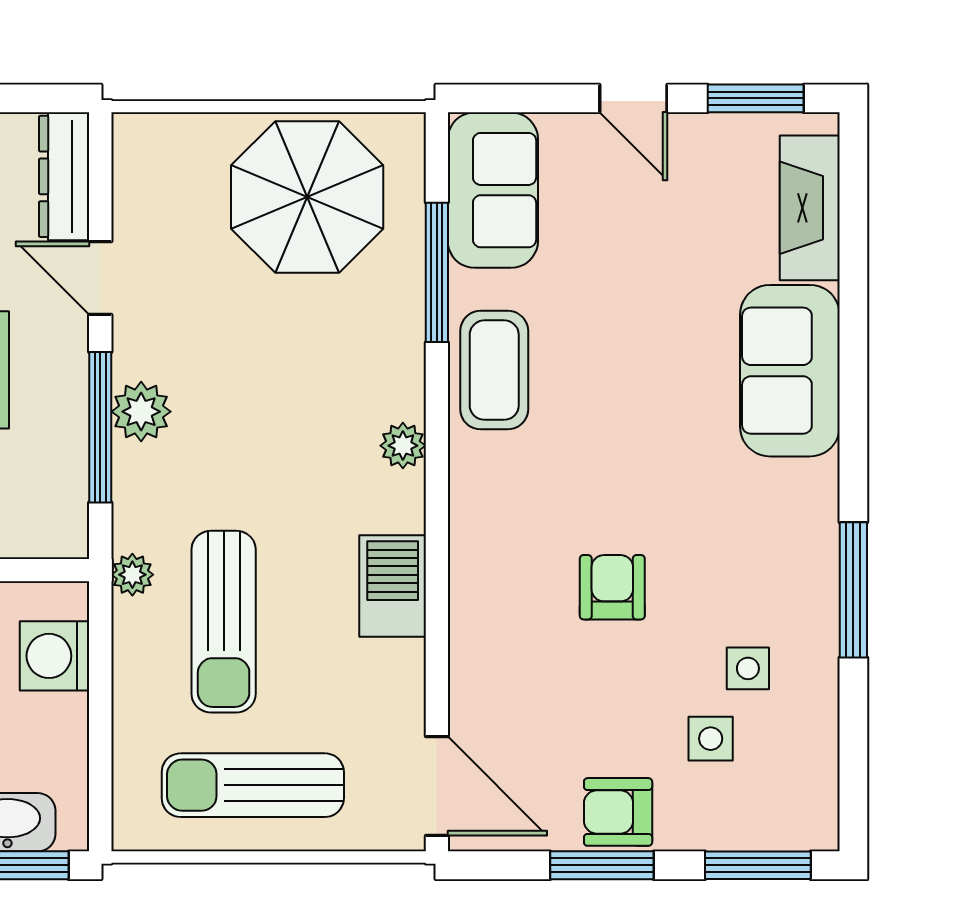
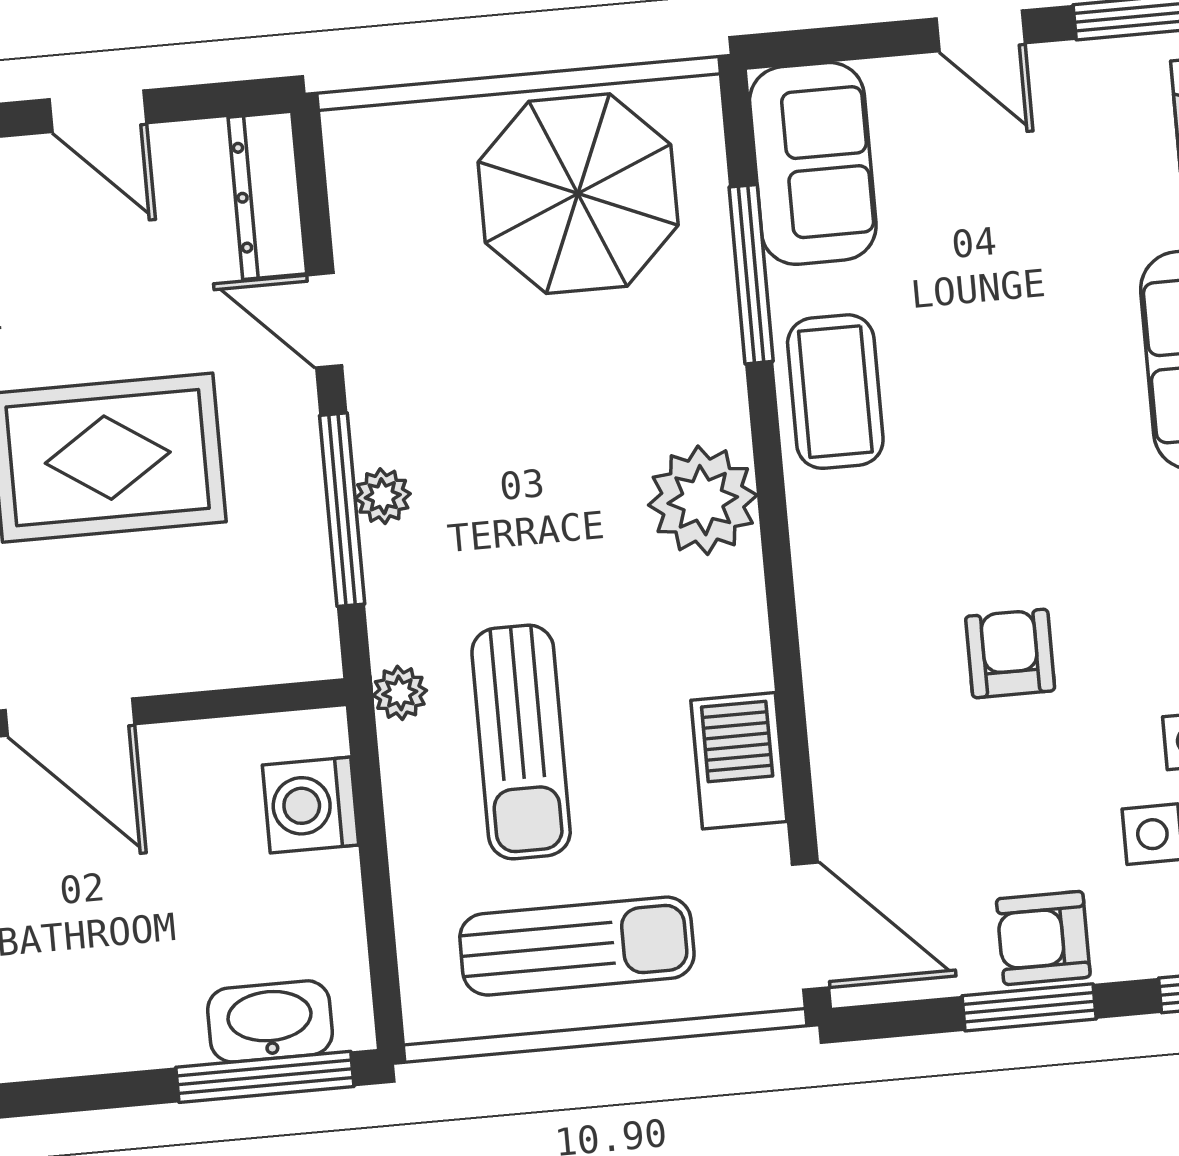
plant: (141, 412) -> (383, 496), width x0.73, depth x0.73
plant: (403, 446) -> (703, 500), width x1.87, depth x1.87
barbecue: (393, 586) -> (739, 761), moved
sun lounger: (253, 785) -> (577, 946), turned 180

